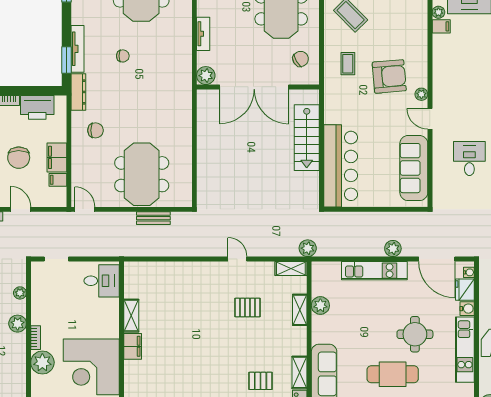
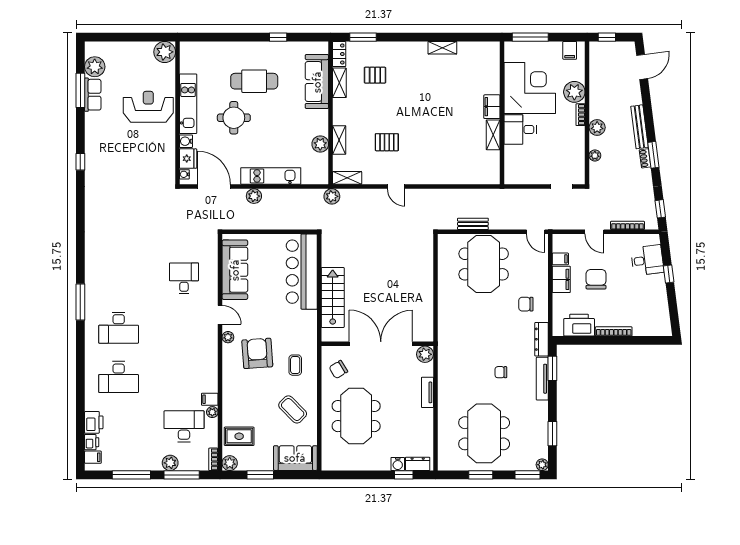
armchair: (389, 76) -> (257, 353), turned 91
desk: (469, 159) -> (184, 278), turned 180
desk: (102, 281) -> (520, 130), moved

